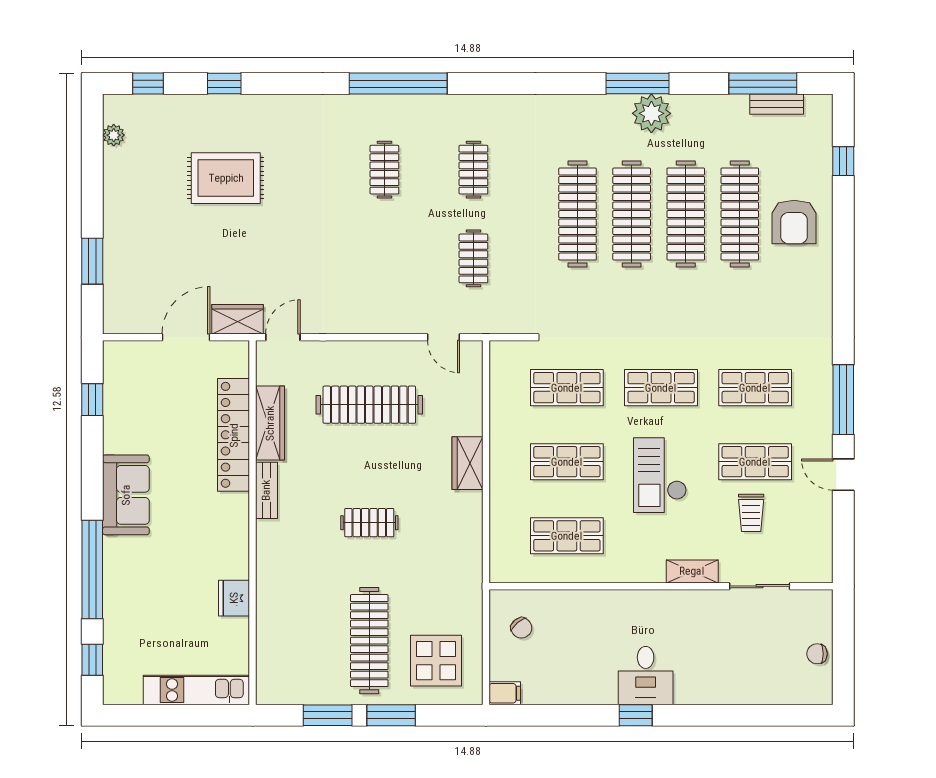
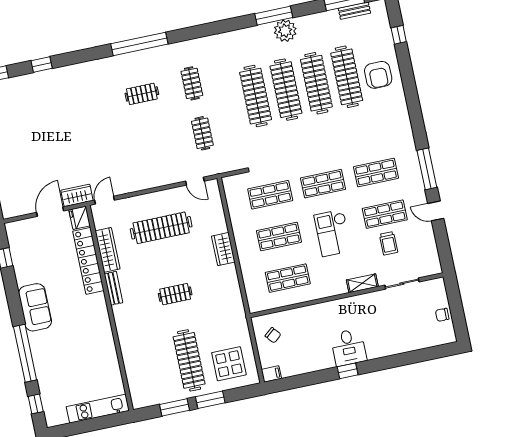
clothes rail: (384, 170) -> (142, 94), turned 90
rug: (226, 178) -> (54, 117), removed
fridge: (234, 598) -> (80, 218), moved

